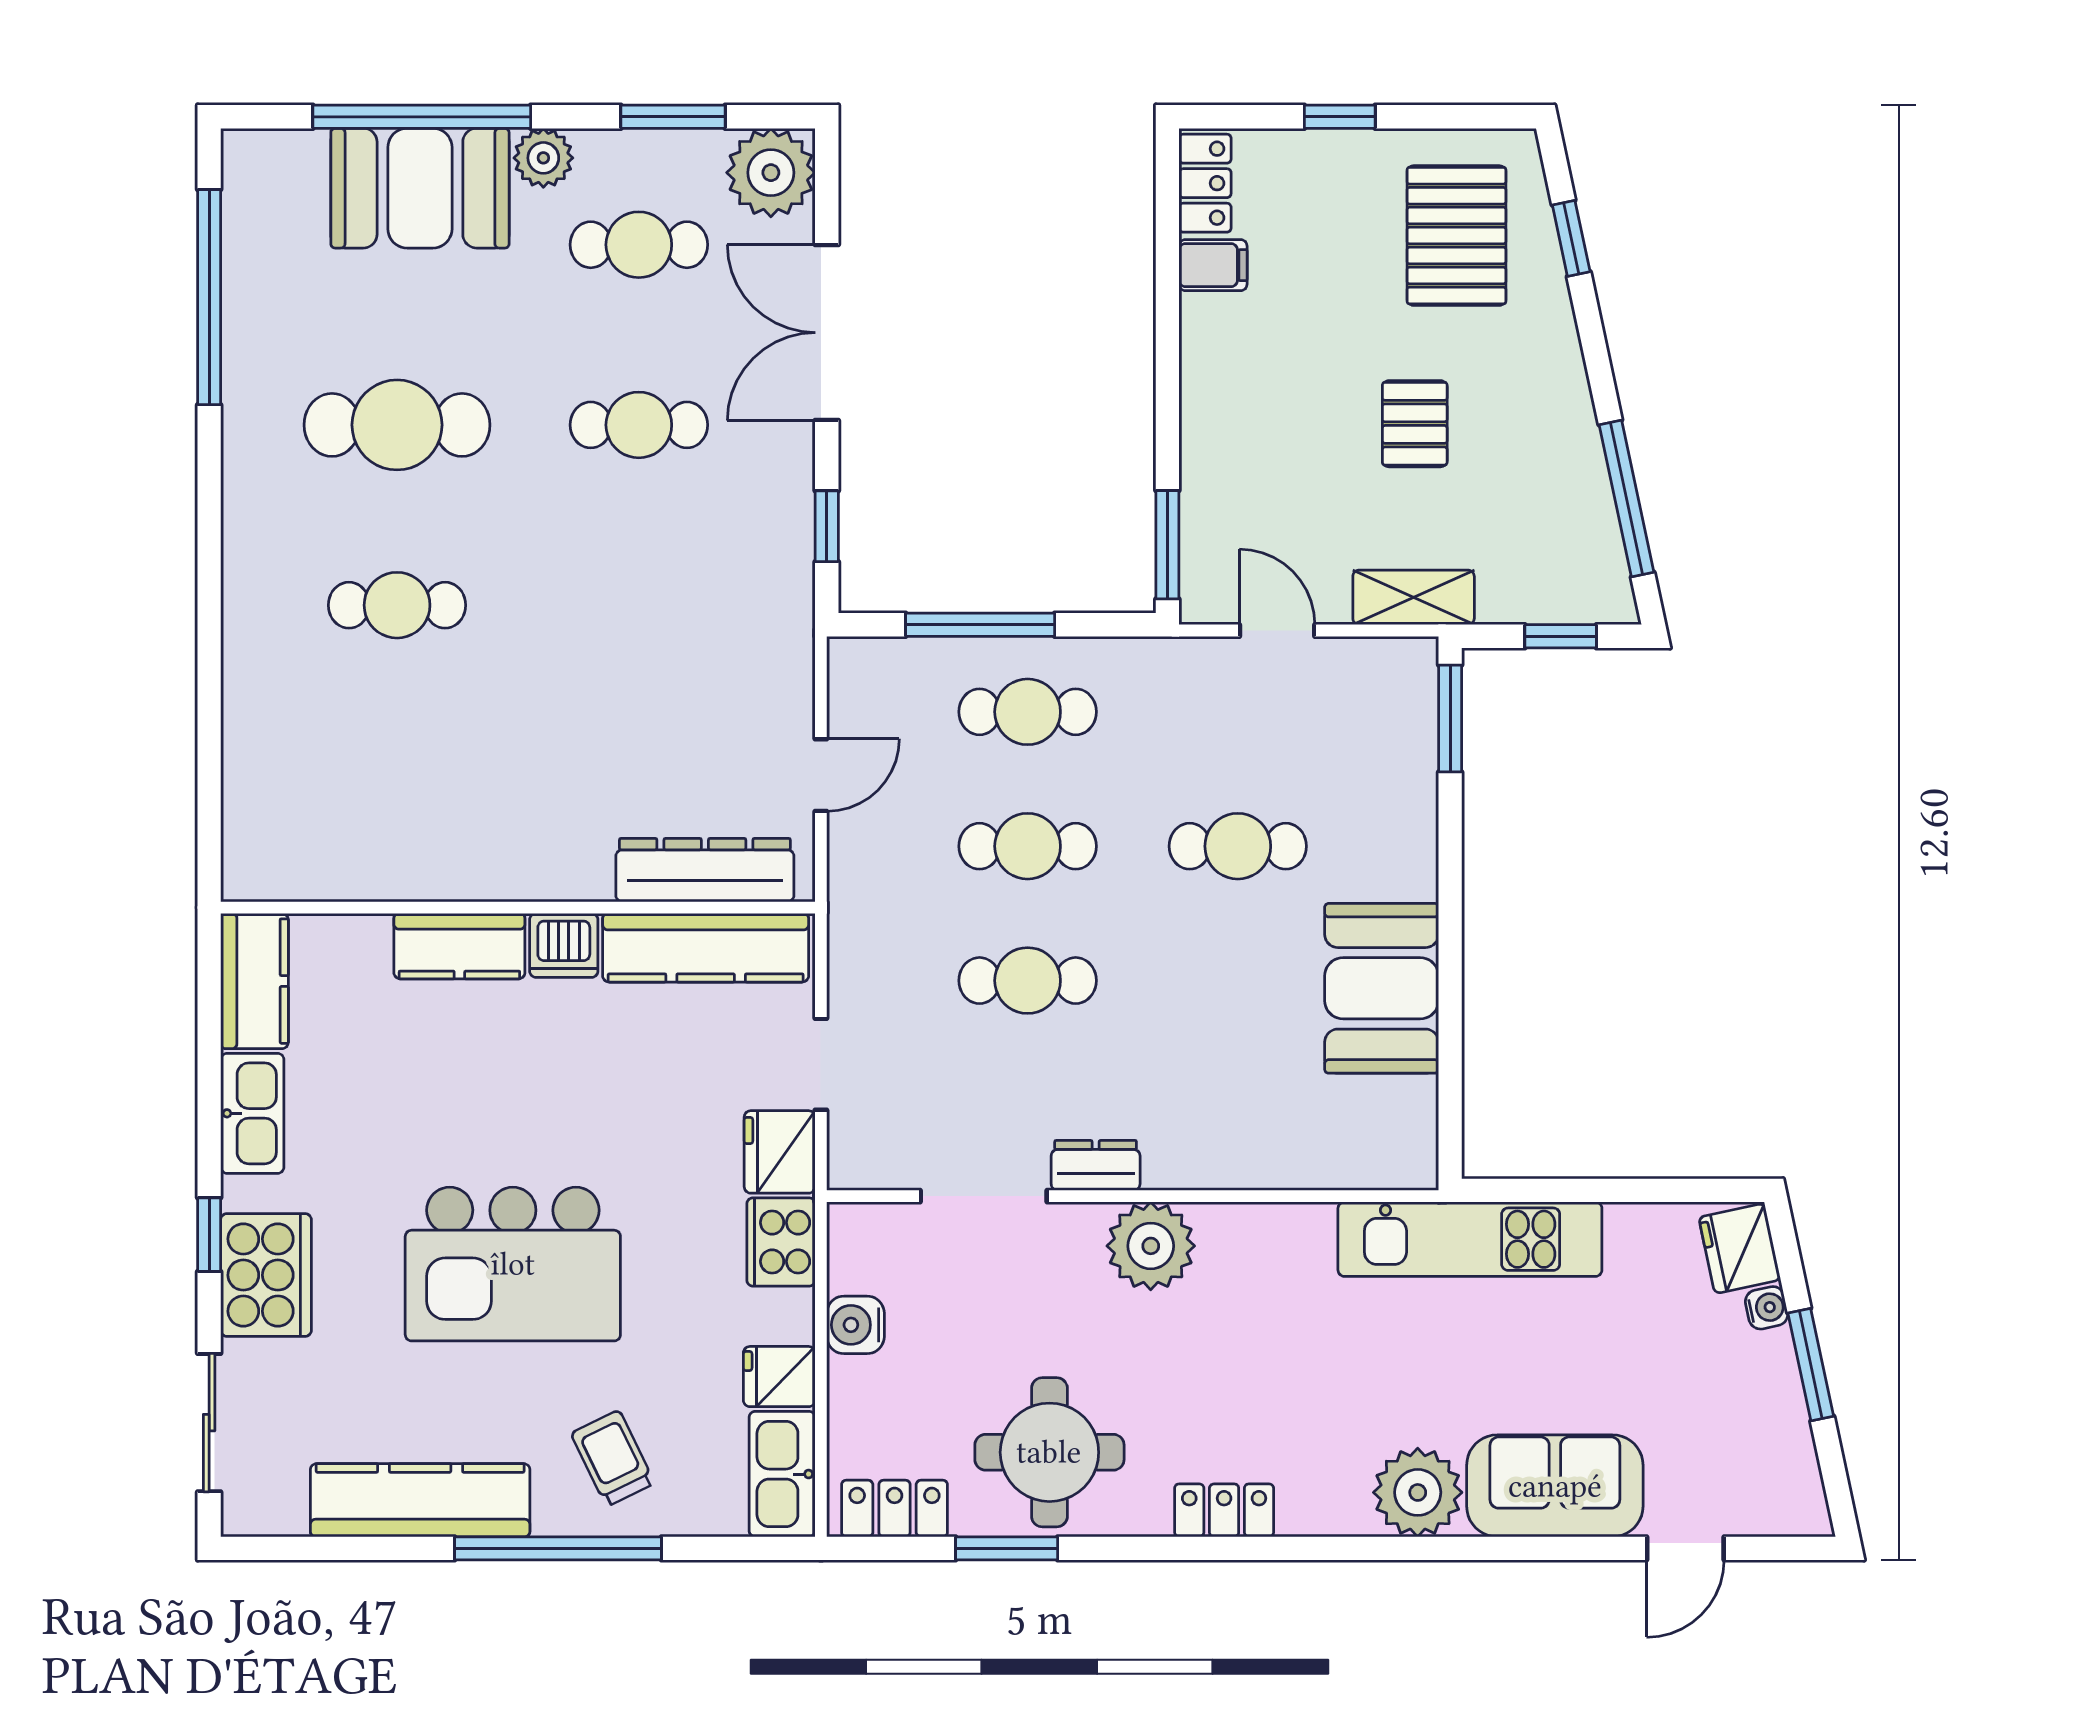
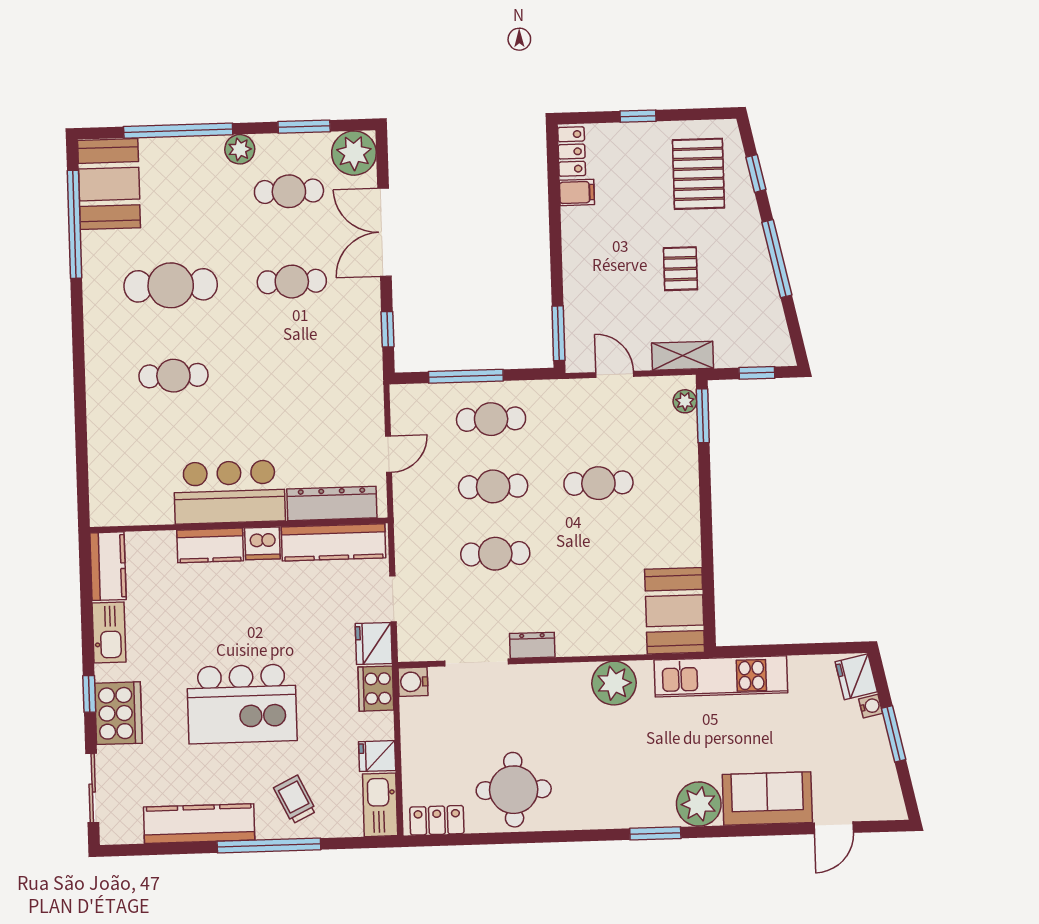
booth: (420, 188) -> (109, 184), moved, turned 90
window: (1627, 499) -> (777, 259), moved
plant: (1415, 688) -> (685, 401), added
bar counter: (501, 841) -> (230, 492), added
booth: (1382, 988) -> (675, 611), moved
plant: (1151, 1246) -> (614, 683), moved
water cooler: (856, 1325) -> (413, 682), moved
locker: (1224, 1510) -> (602, 816), removed
window: (1007, 1548) -> (655, 833), moved

